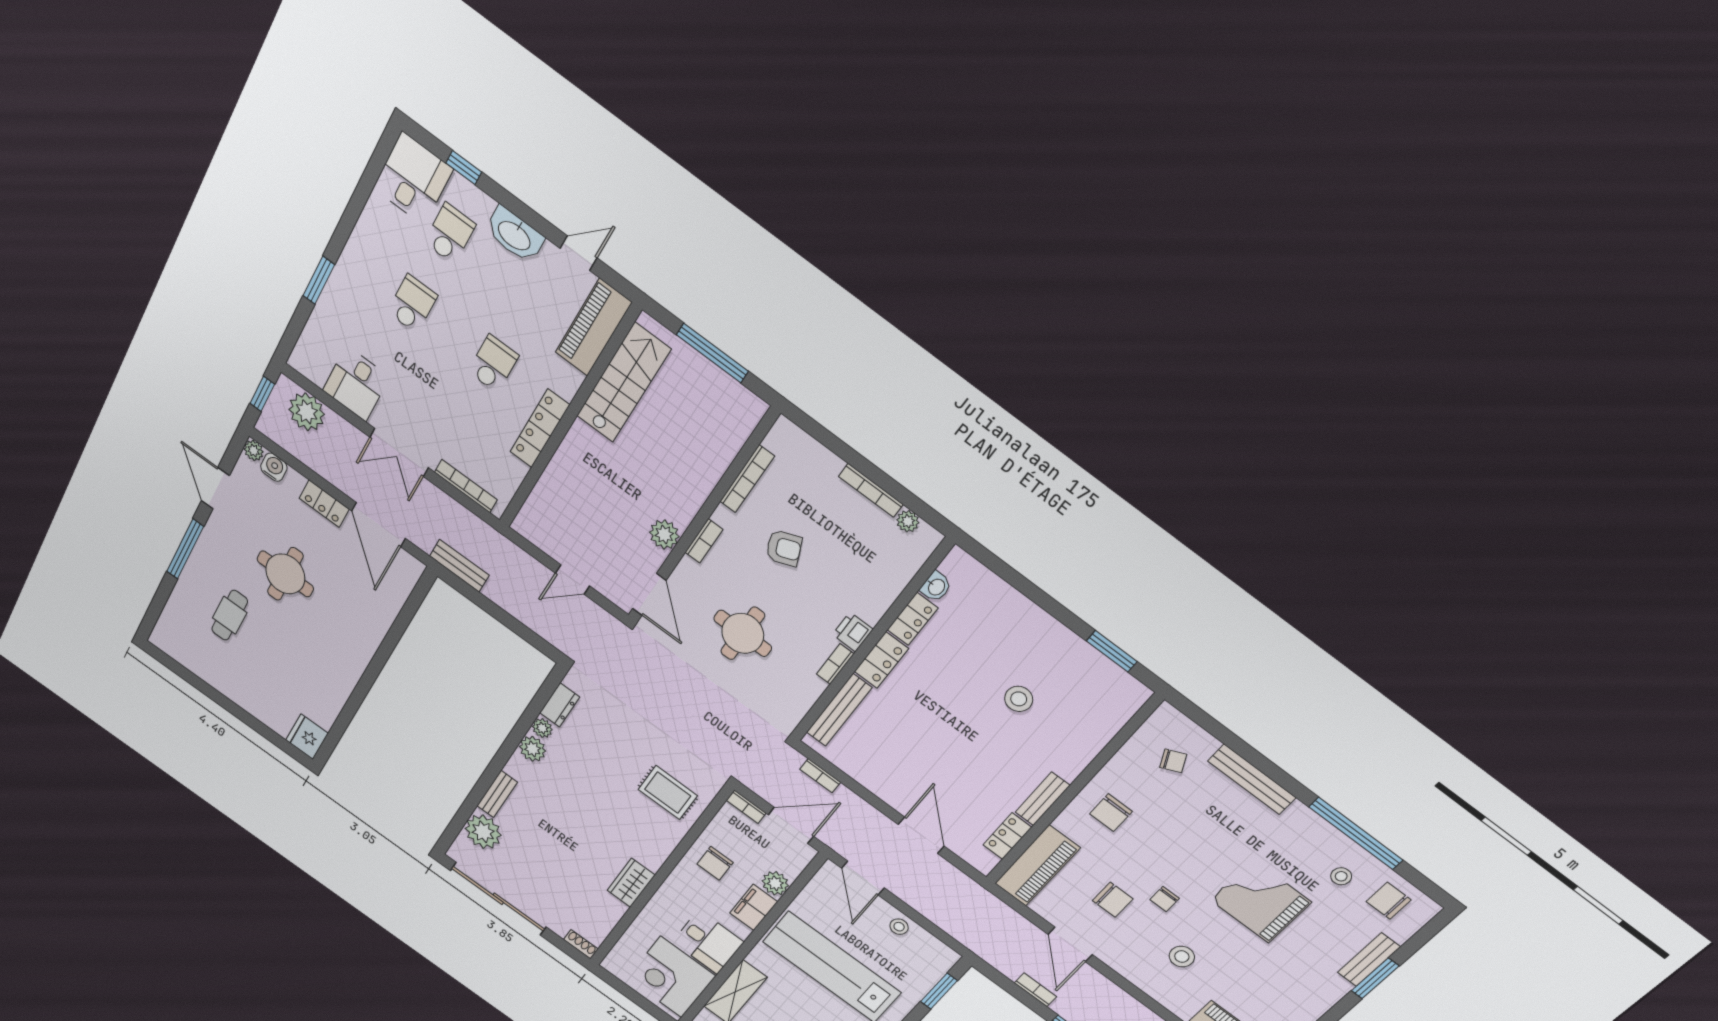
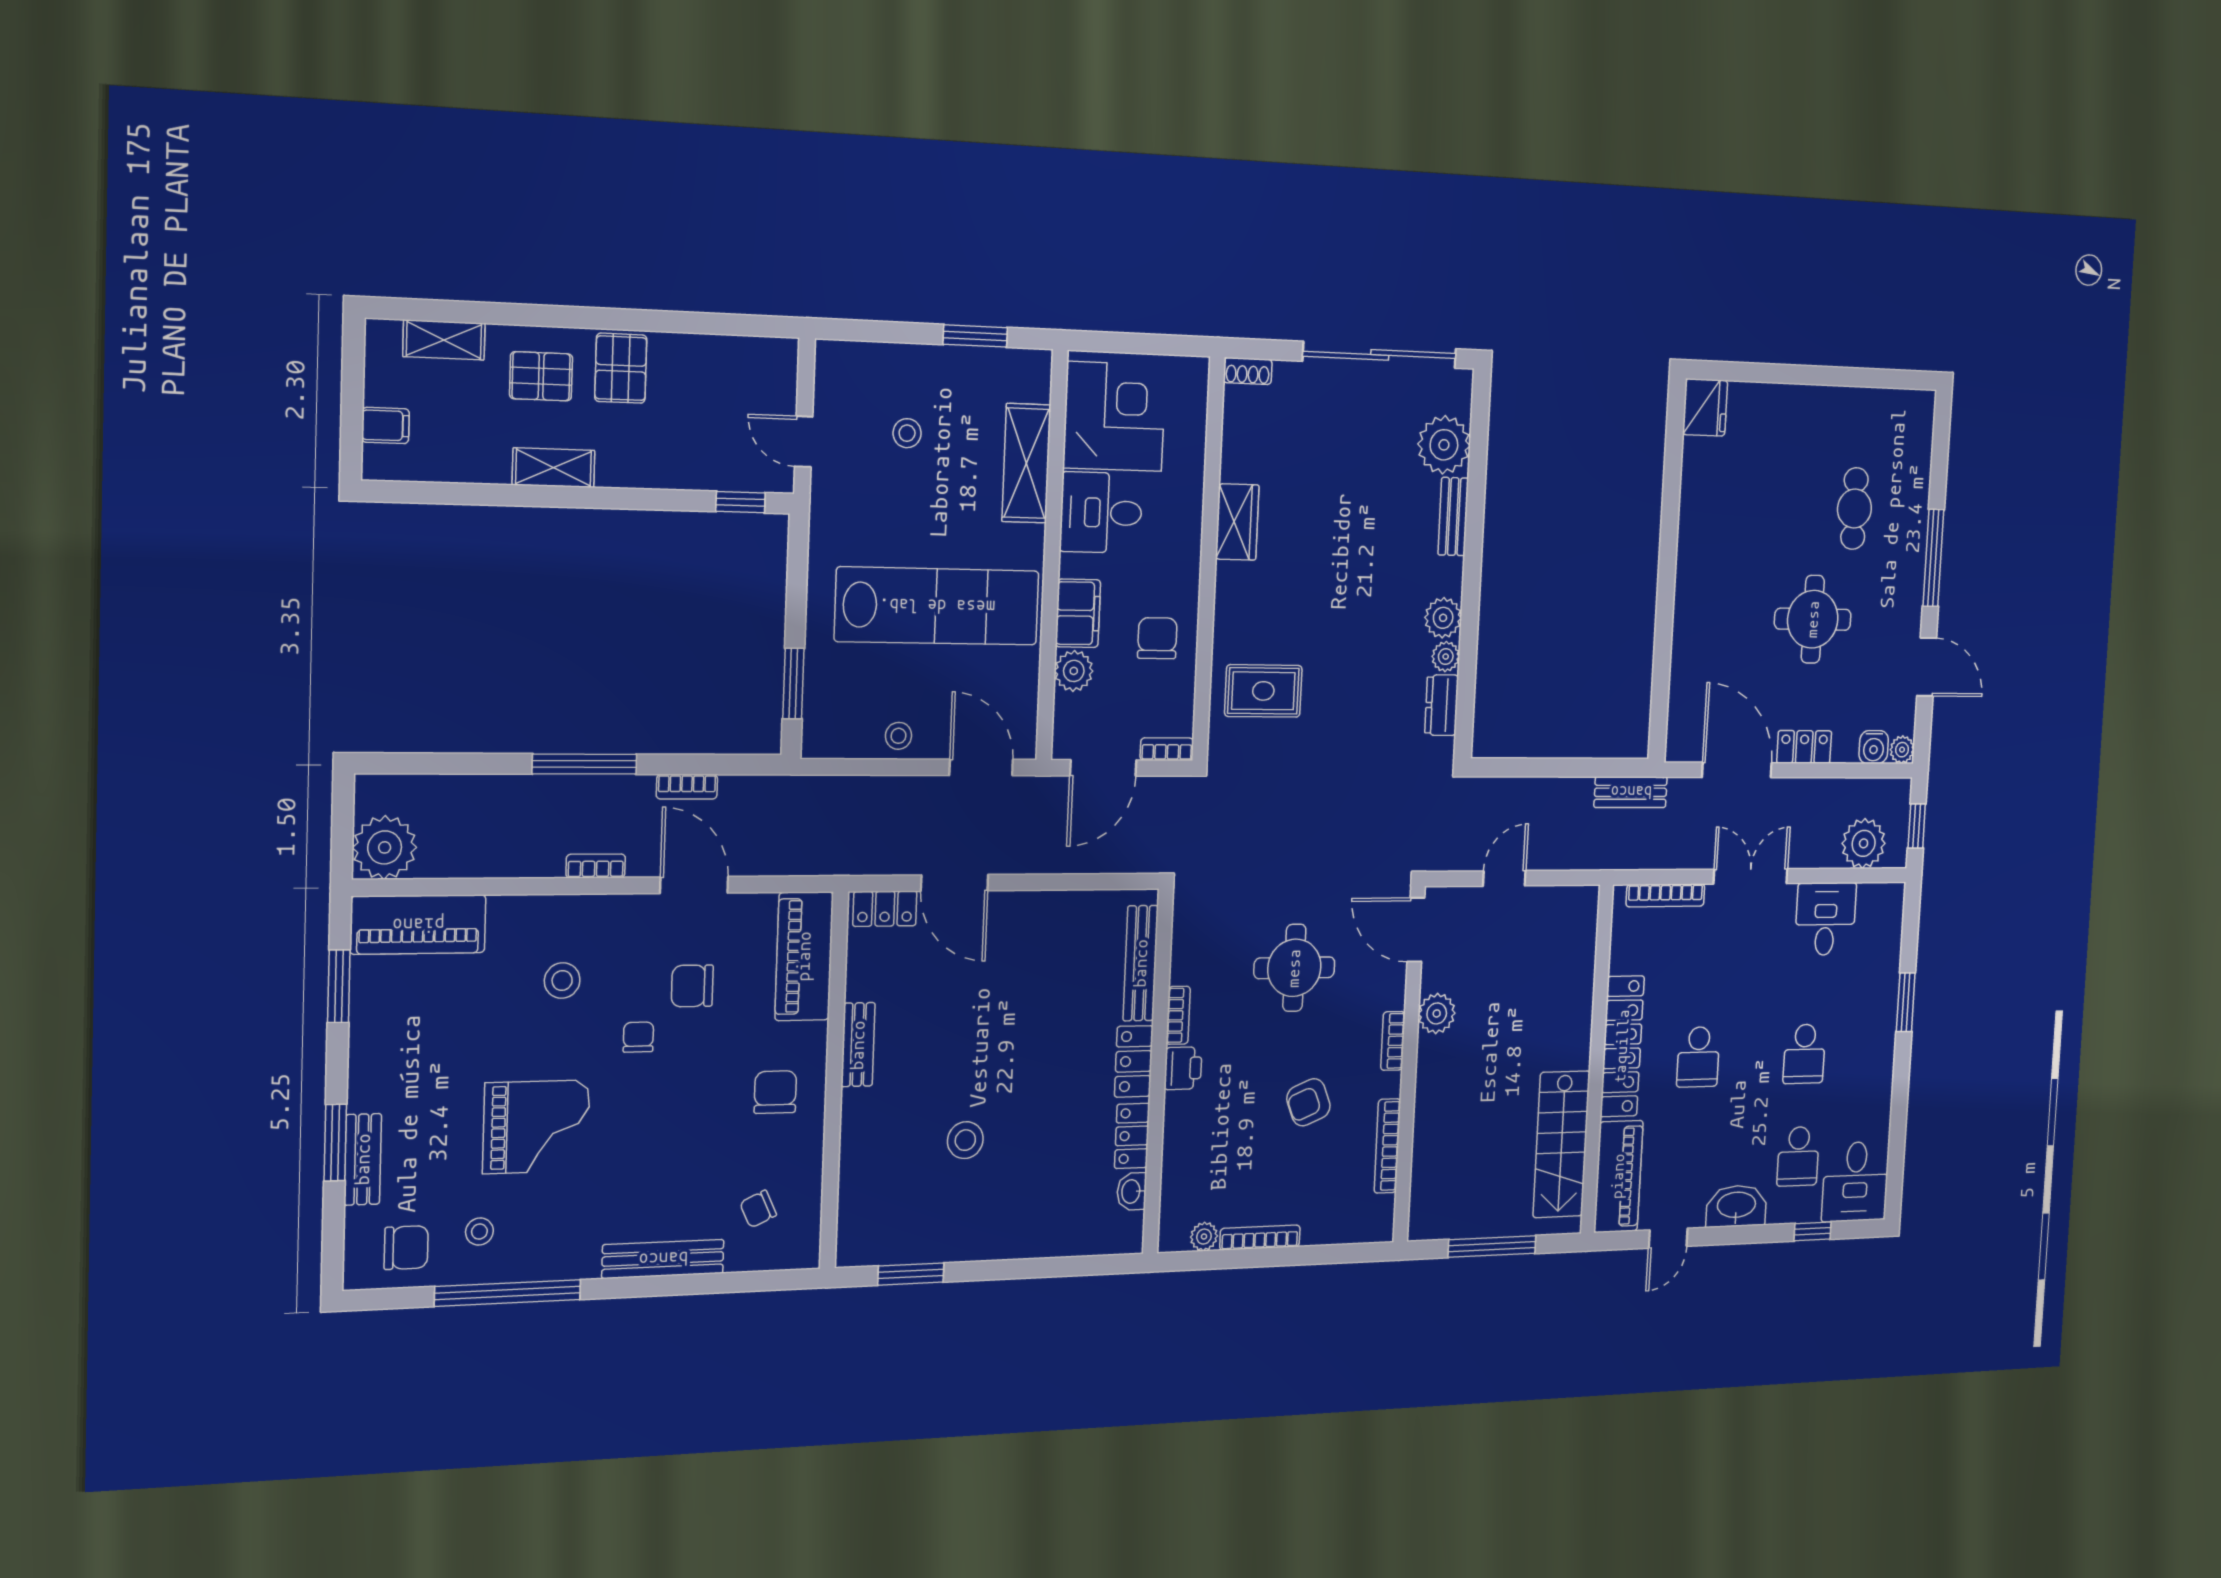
locker: (540, 428) -> (1622, 1046), width x1.41, depth x1.21
bookcase: (820, 776) -> (596, 866), moved
locker: (1007, 836) -> (885, 909), moved, turned 90

